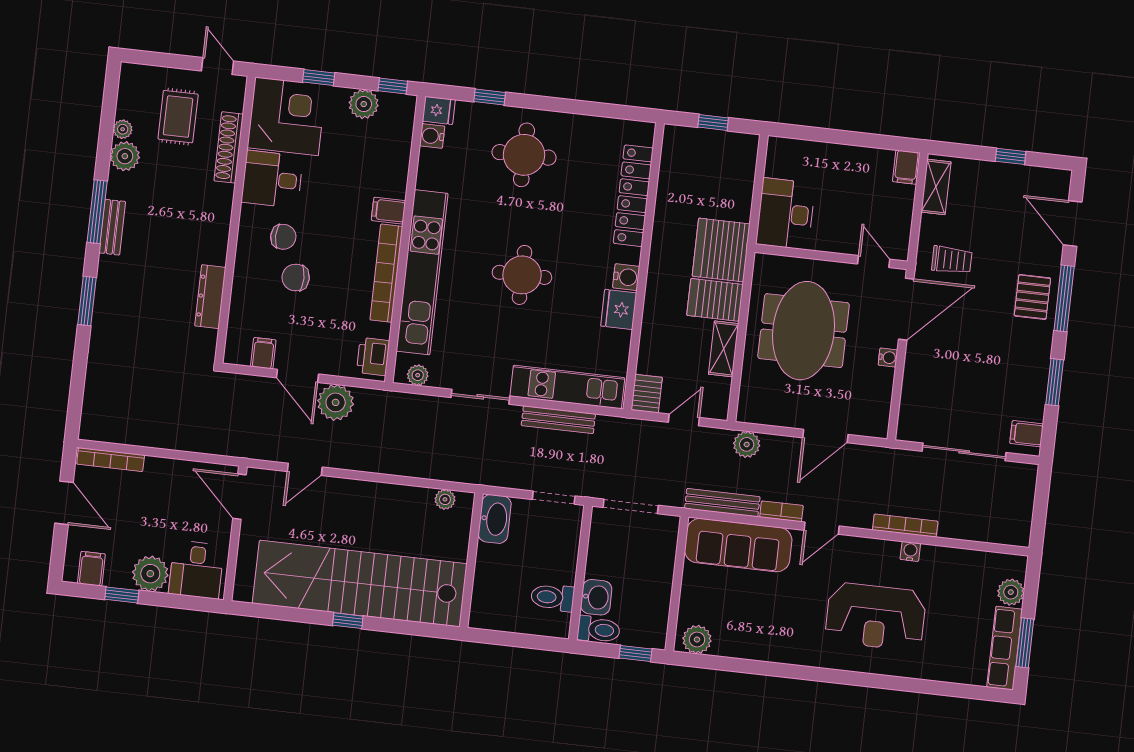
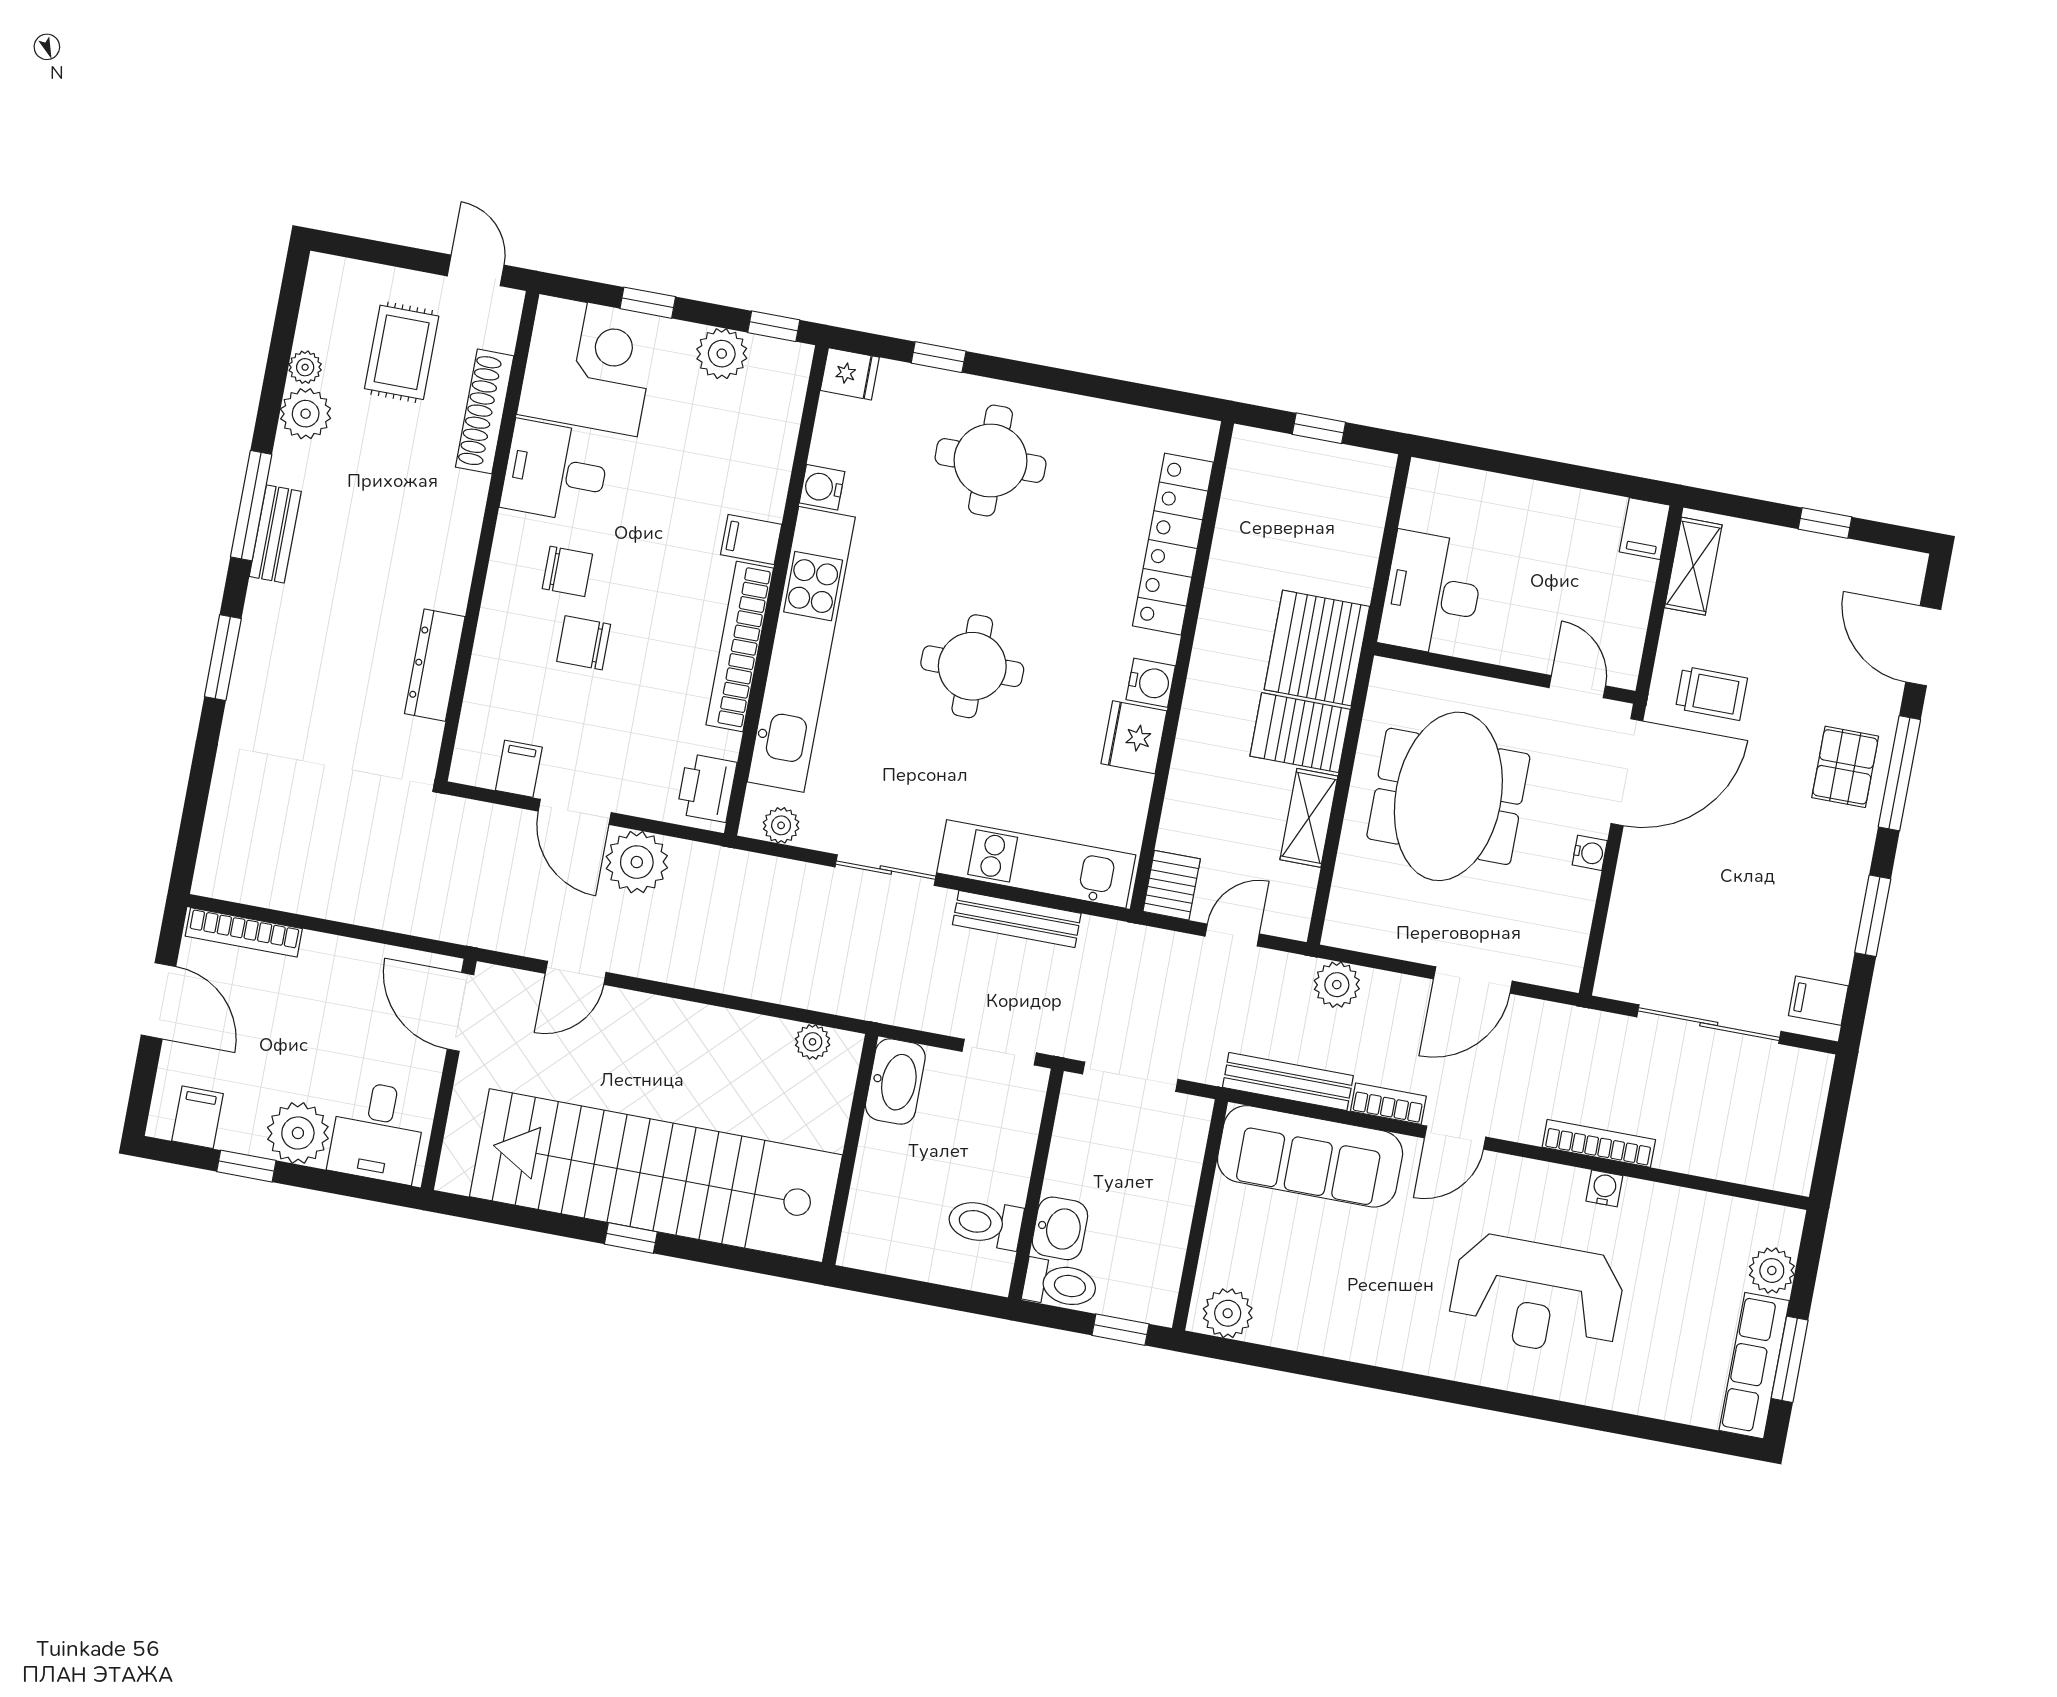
water cooler: (432, 136) -> (822, 487), moved

